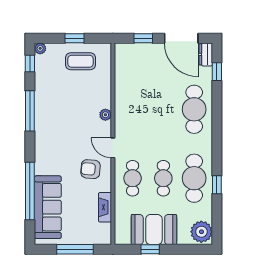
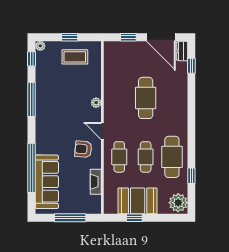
cafe table: (194, 109) -> (146, 98), moved
window: (217, 185) -> (191, 176), moved

